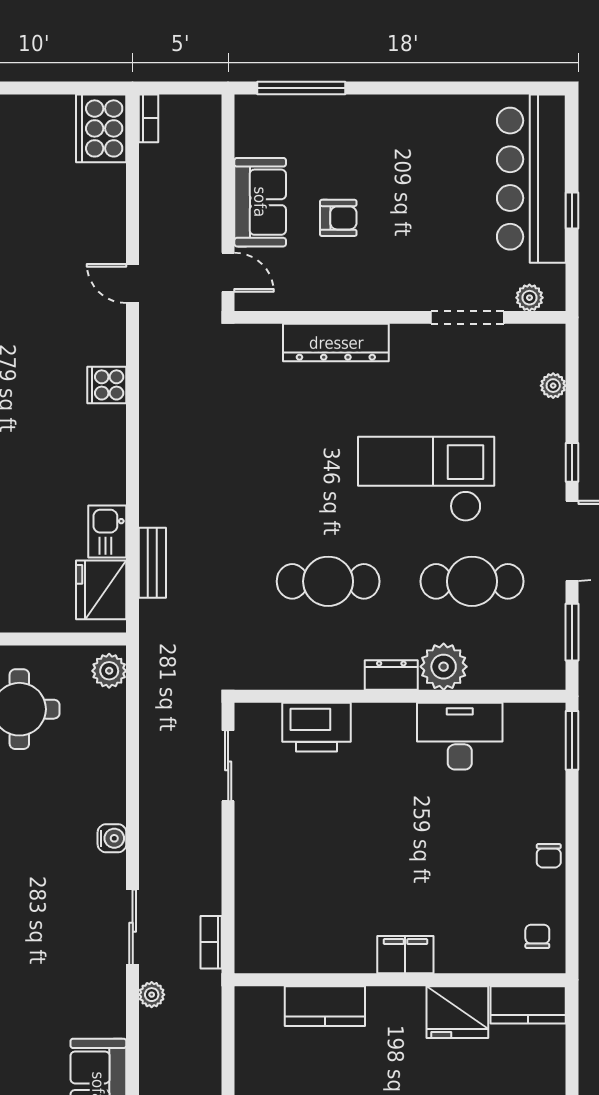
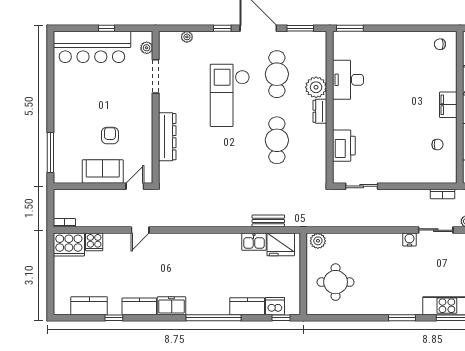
cooker: (107, 385) -> (94, 242), moved
water cooler: (112, 838) -> (409, 240), moved
chair: (549, 856) -> (438, 145), moved

